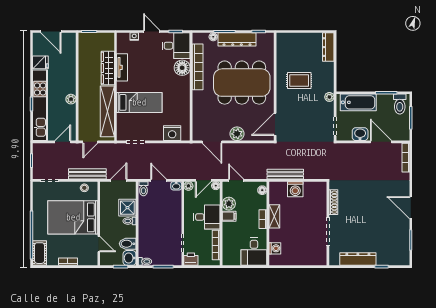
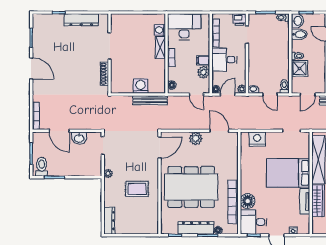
bed: (139, 102) -> (288, 173), width x1.50
bathtub: (358, 102) -> (81, 168), removed
shelving: (274, 216) -> (160, 47), moved
desk: (254, 252) -> (184, 27), width x1.37

